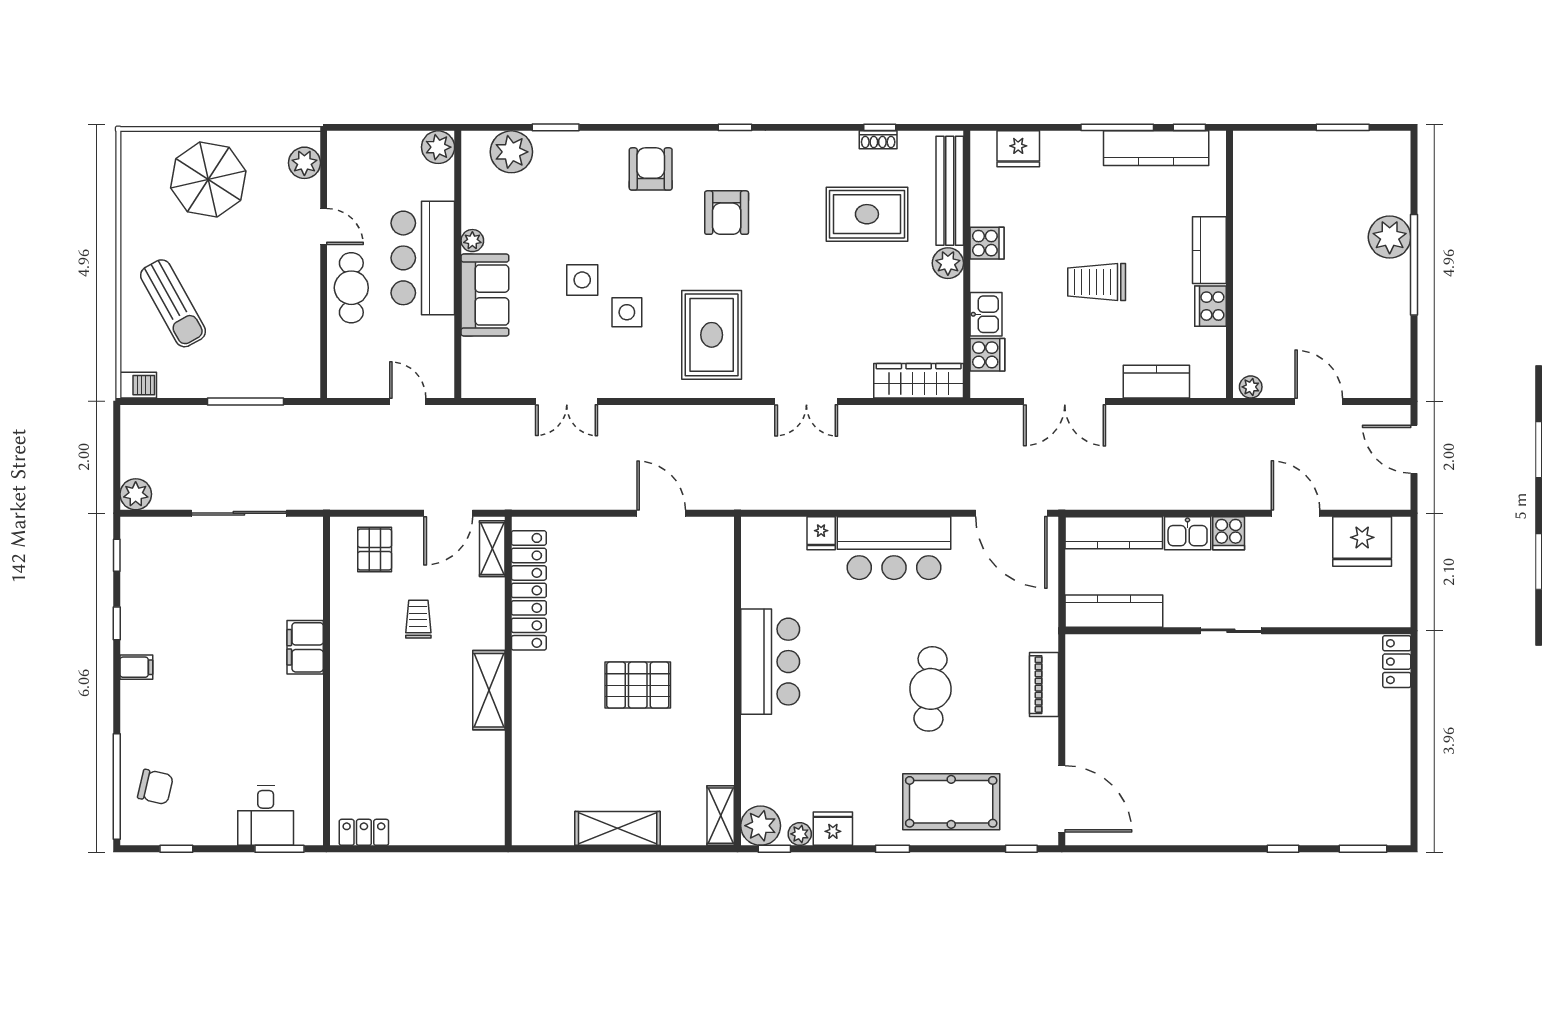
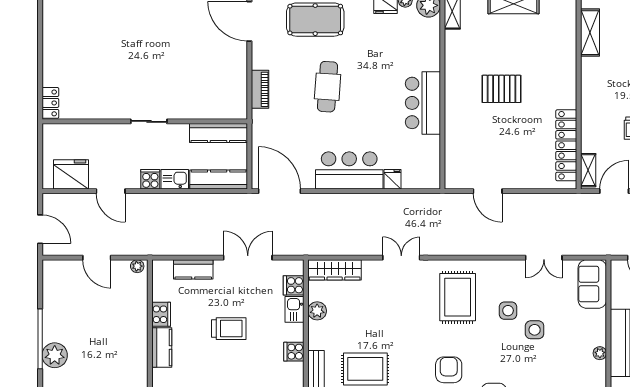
plant: (948, 263) -> (317, 311), moved
sofa: (485, 295) -> (592, 284), moved
double door: (567, 401) -> (544, 258), swing flipped
shelving: (489, 690) -> (590, 33), moved

